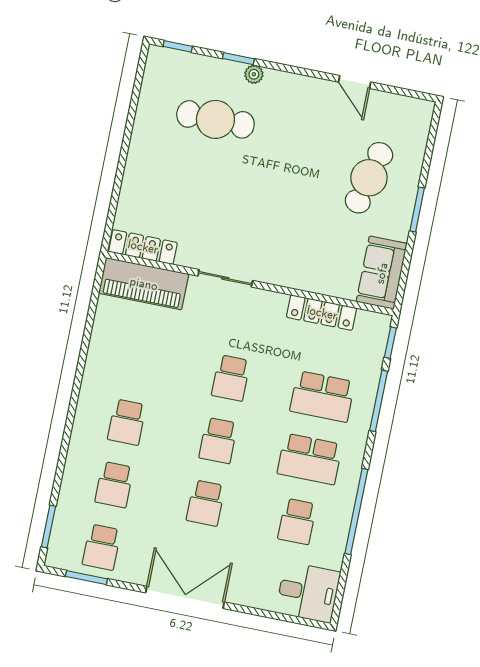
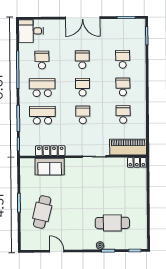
locker: (143, 247) -> (137, 162), width x0.66
sofa: (382, 273) -> (50, 167), moved, turned 90
school desk: (102, 547) -> (123, 114), moved

